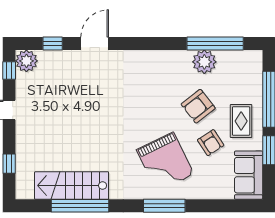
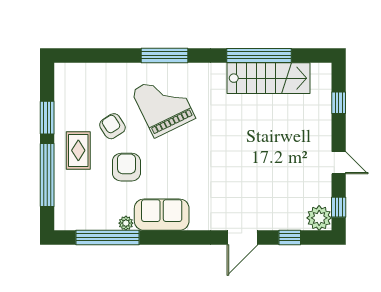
plant: (204, 62) -> (126, 223), width x0.53, depth x0.53
armchair: (198, 106) -> (126, 167), turned -52
sofa: (249, 175) -> (162, 215), moved, turned -90

